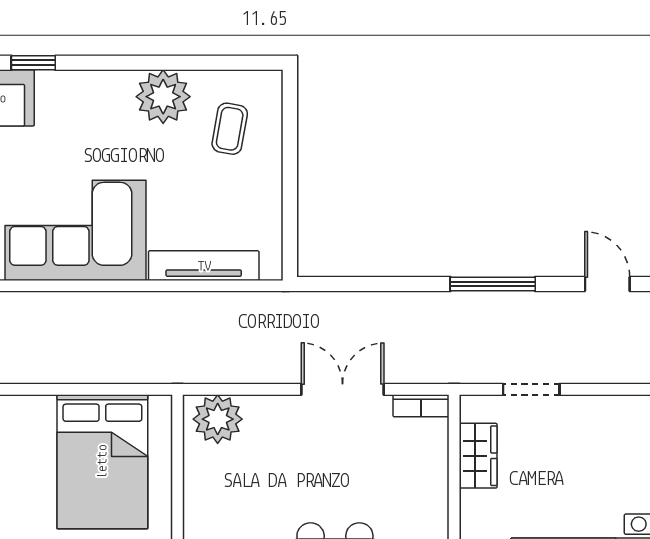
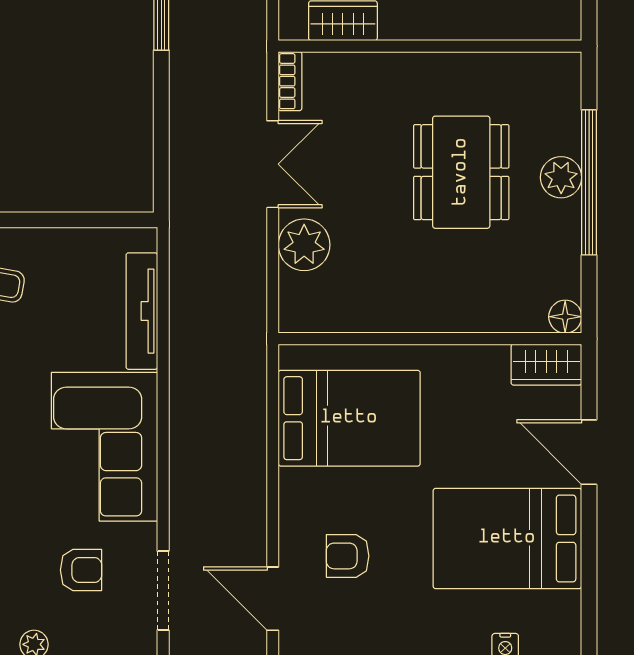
double door: (343, 389) -> (273, 164), swing flipped
plant: (218, 419) -> (304, 245), moved

